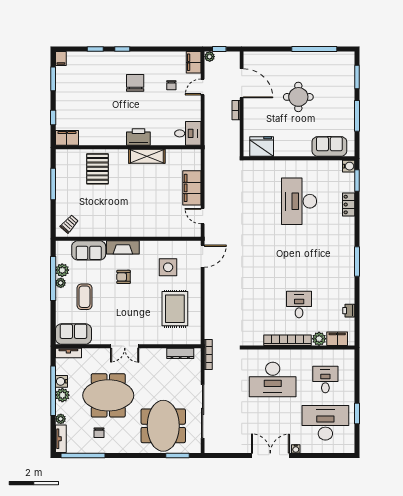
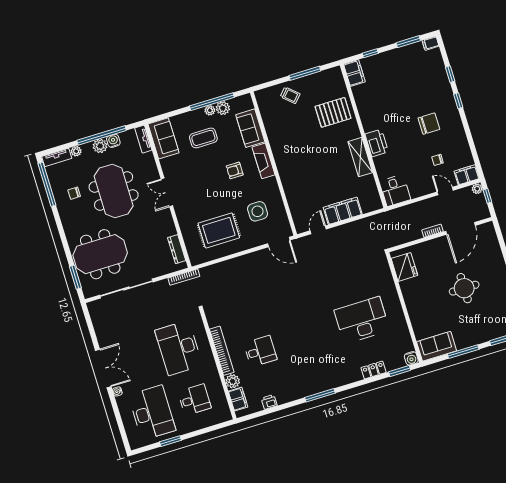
sofa: (329, 146) -> (437, 346), moved, turned -90
trolley: (69, 224) -> (290, 95), moved
armchair: (124, 277) -> (235, 170), turned -90

